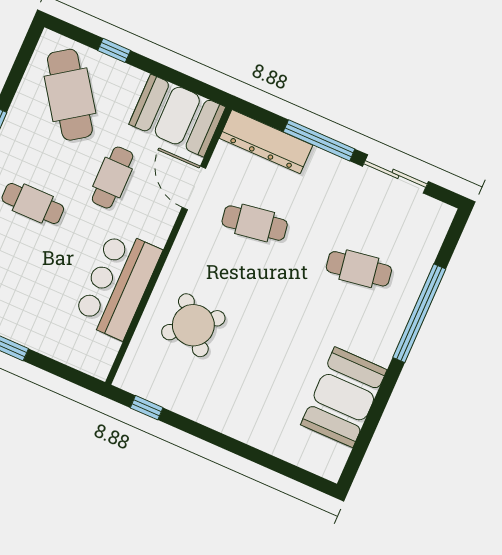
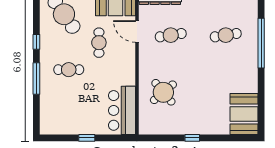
bar counter: (118, 285) -> (122, 110), moved
booth: (344, 397) -> (244, 114), moved
window: (147, 408) -> (192, 138), moved

